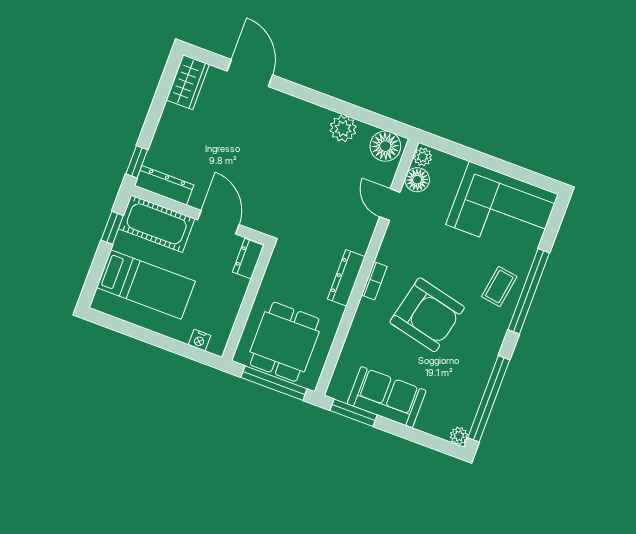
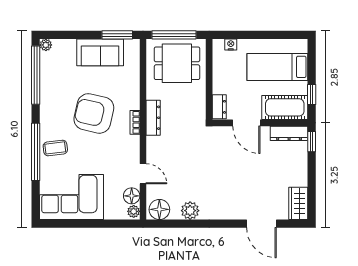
coffee table: (499, 287) -> (55, 148), turned 74
dining table: (285, 342) -> (177, 63), turned 90

